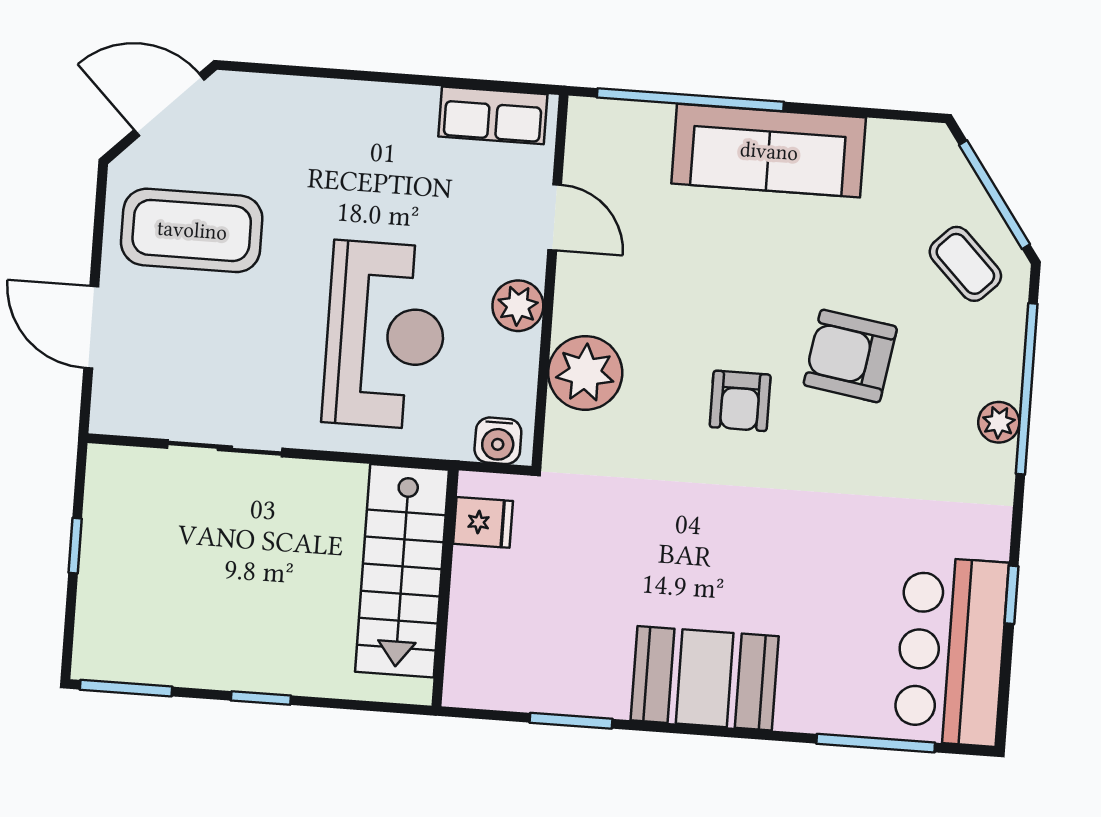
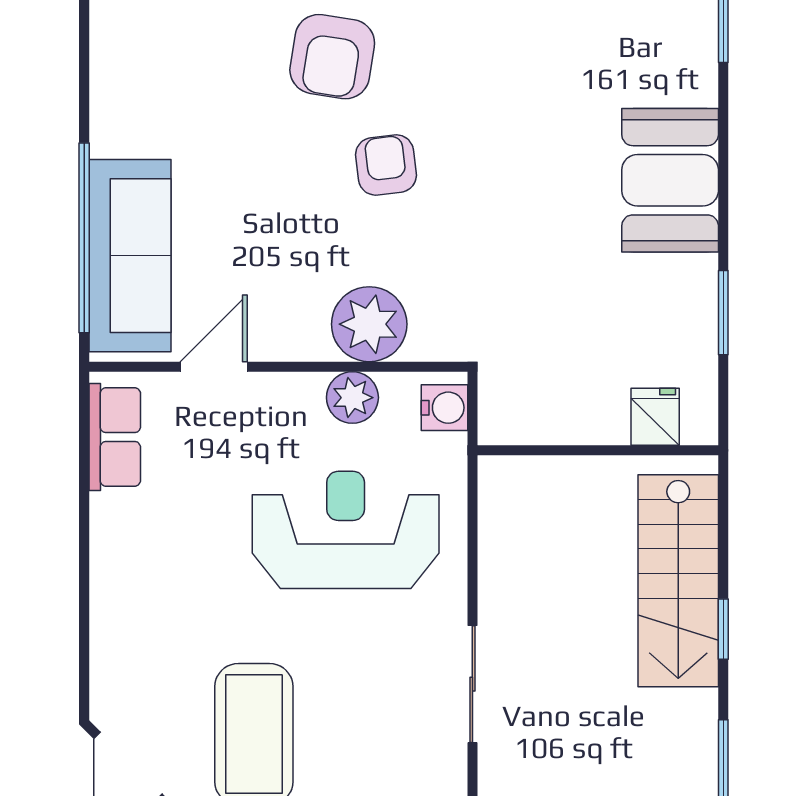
sofa: (769, 151) -> (130, 256), moved
plant: (518, 306) -> (352, 398), moved
armchair: (740, 401) -> (386, 165), turned -97
fridge: (483, 522) -> (655, 417), moved
stairs: (402, 571) -> (678, 581), moved, turned 90

